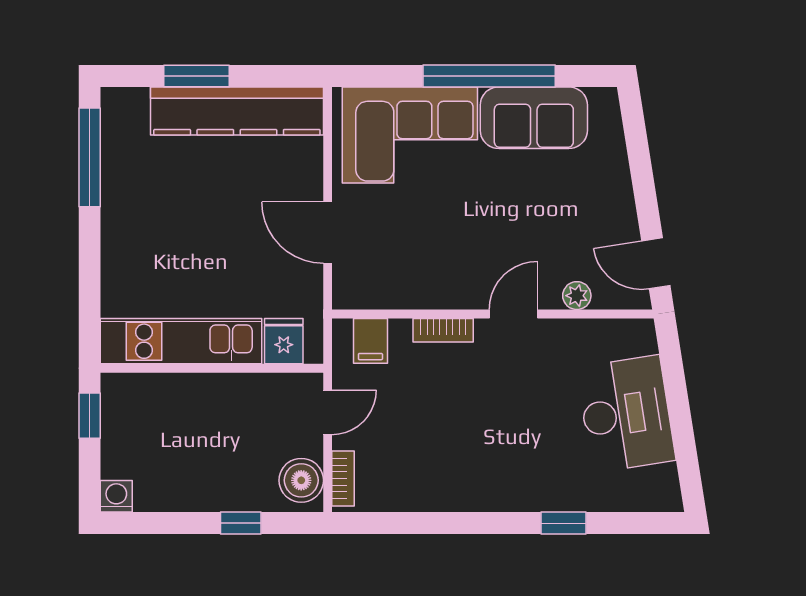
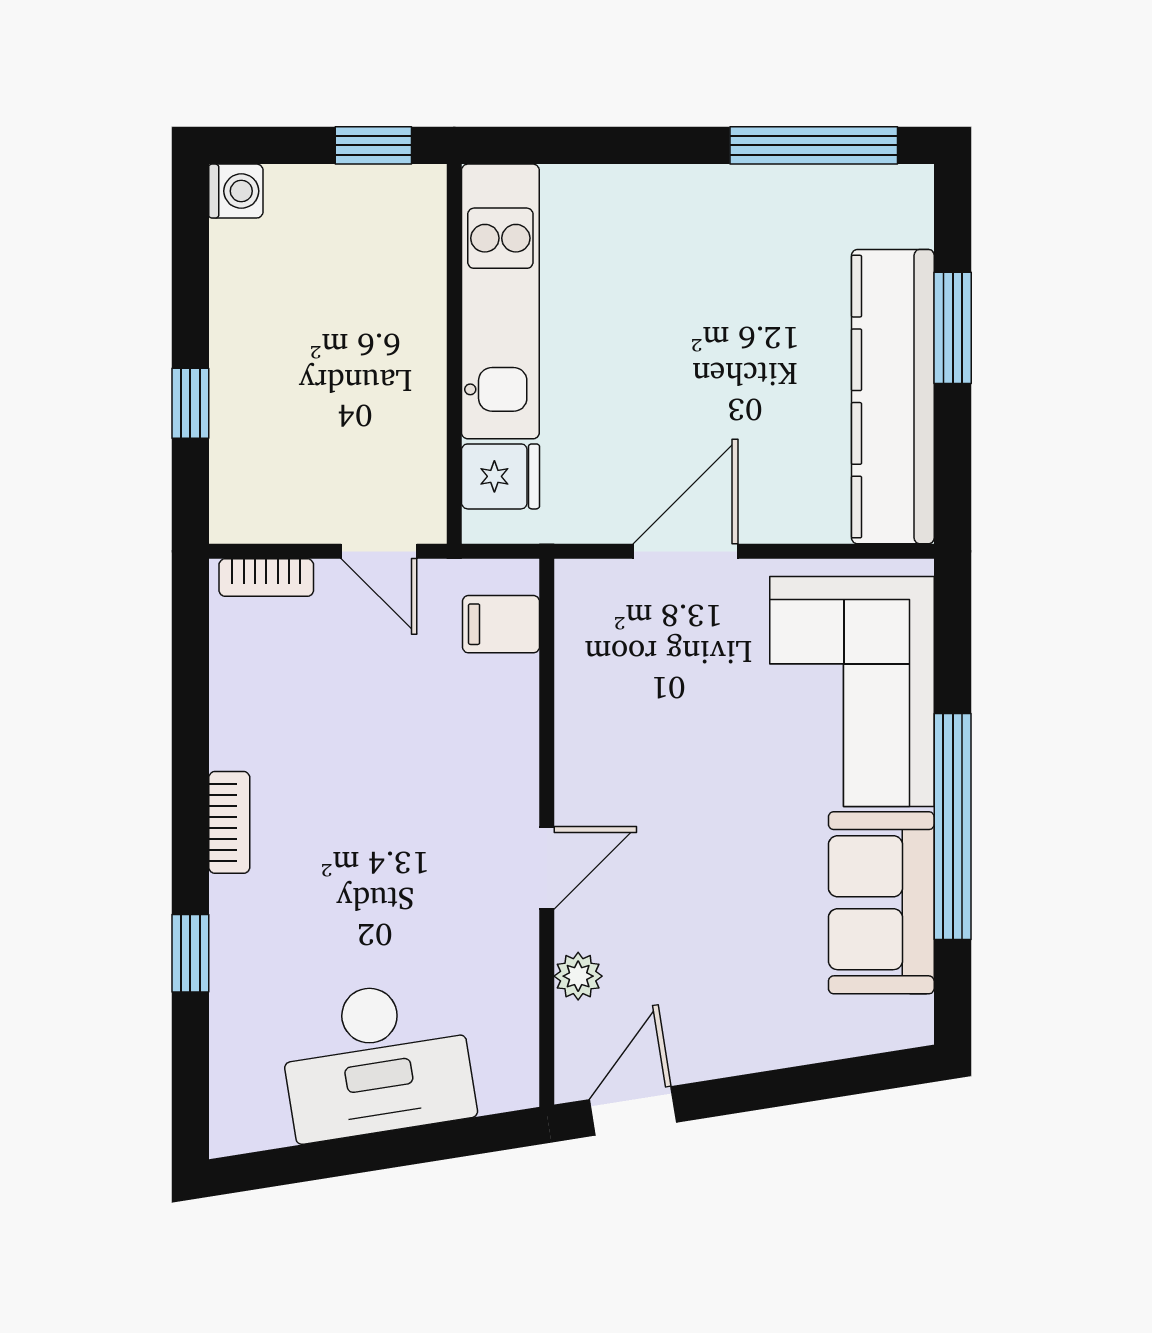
door: (513, 314) -> (547, 868), hinge flipped
bookcase: (443, 330) -> (229, 822), moved, turned 180
boiler: (301, 480) -> (263, 506), removed

